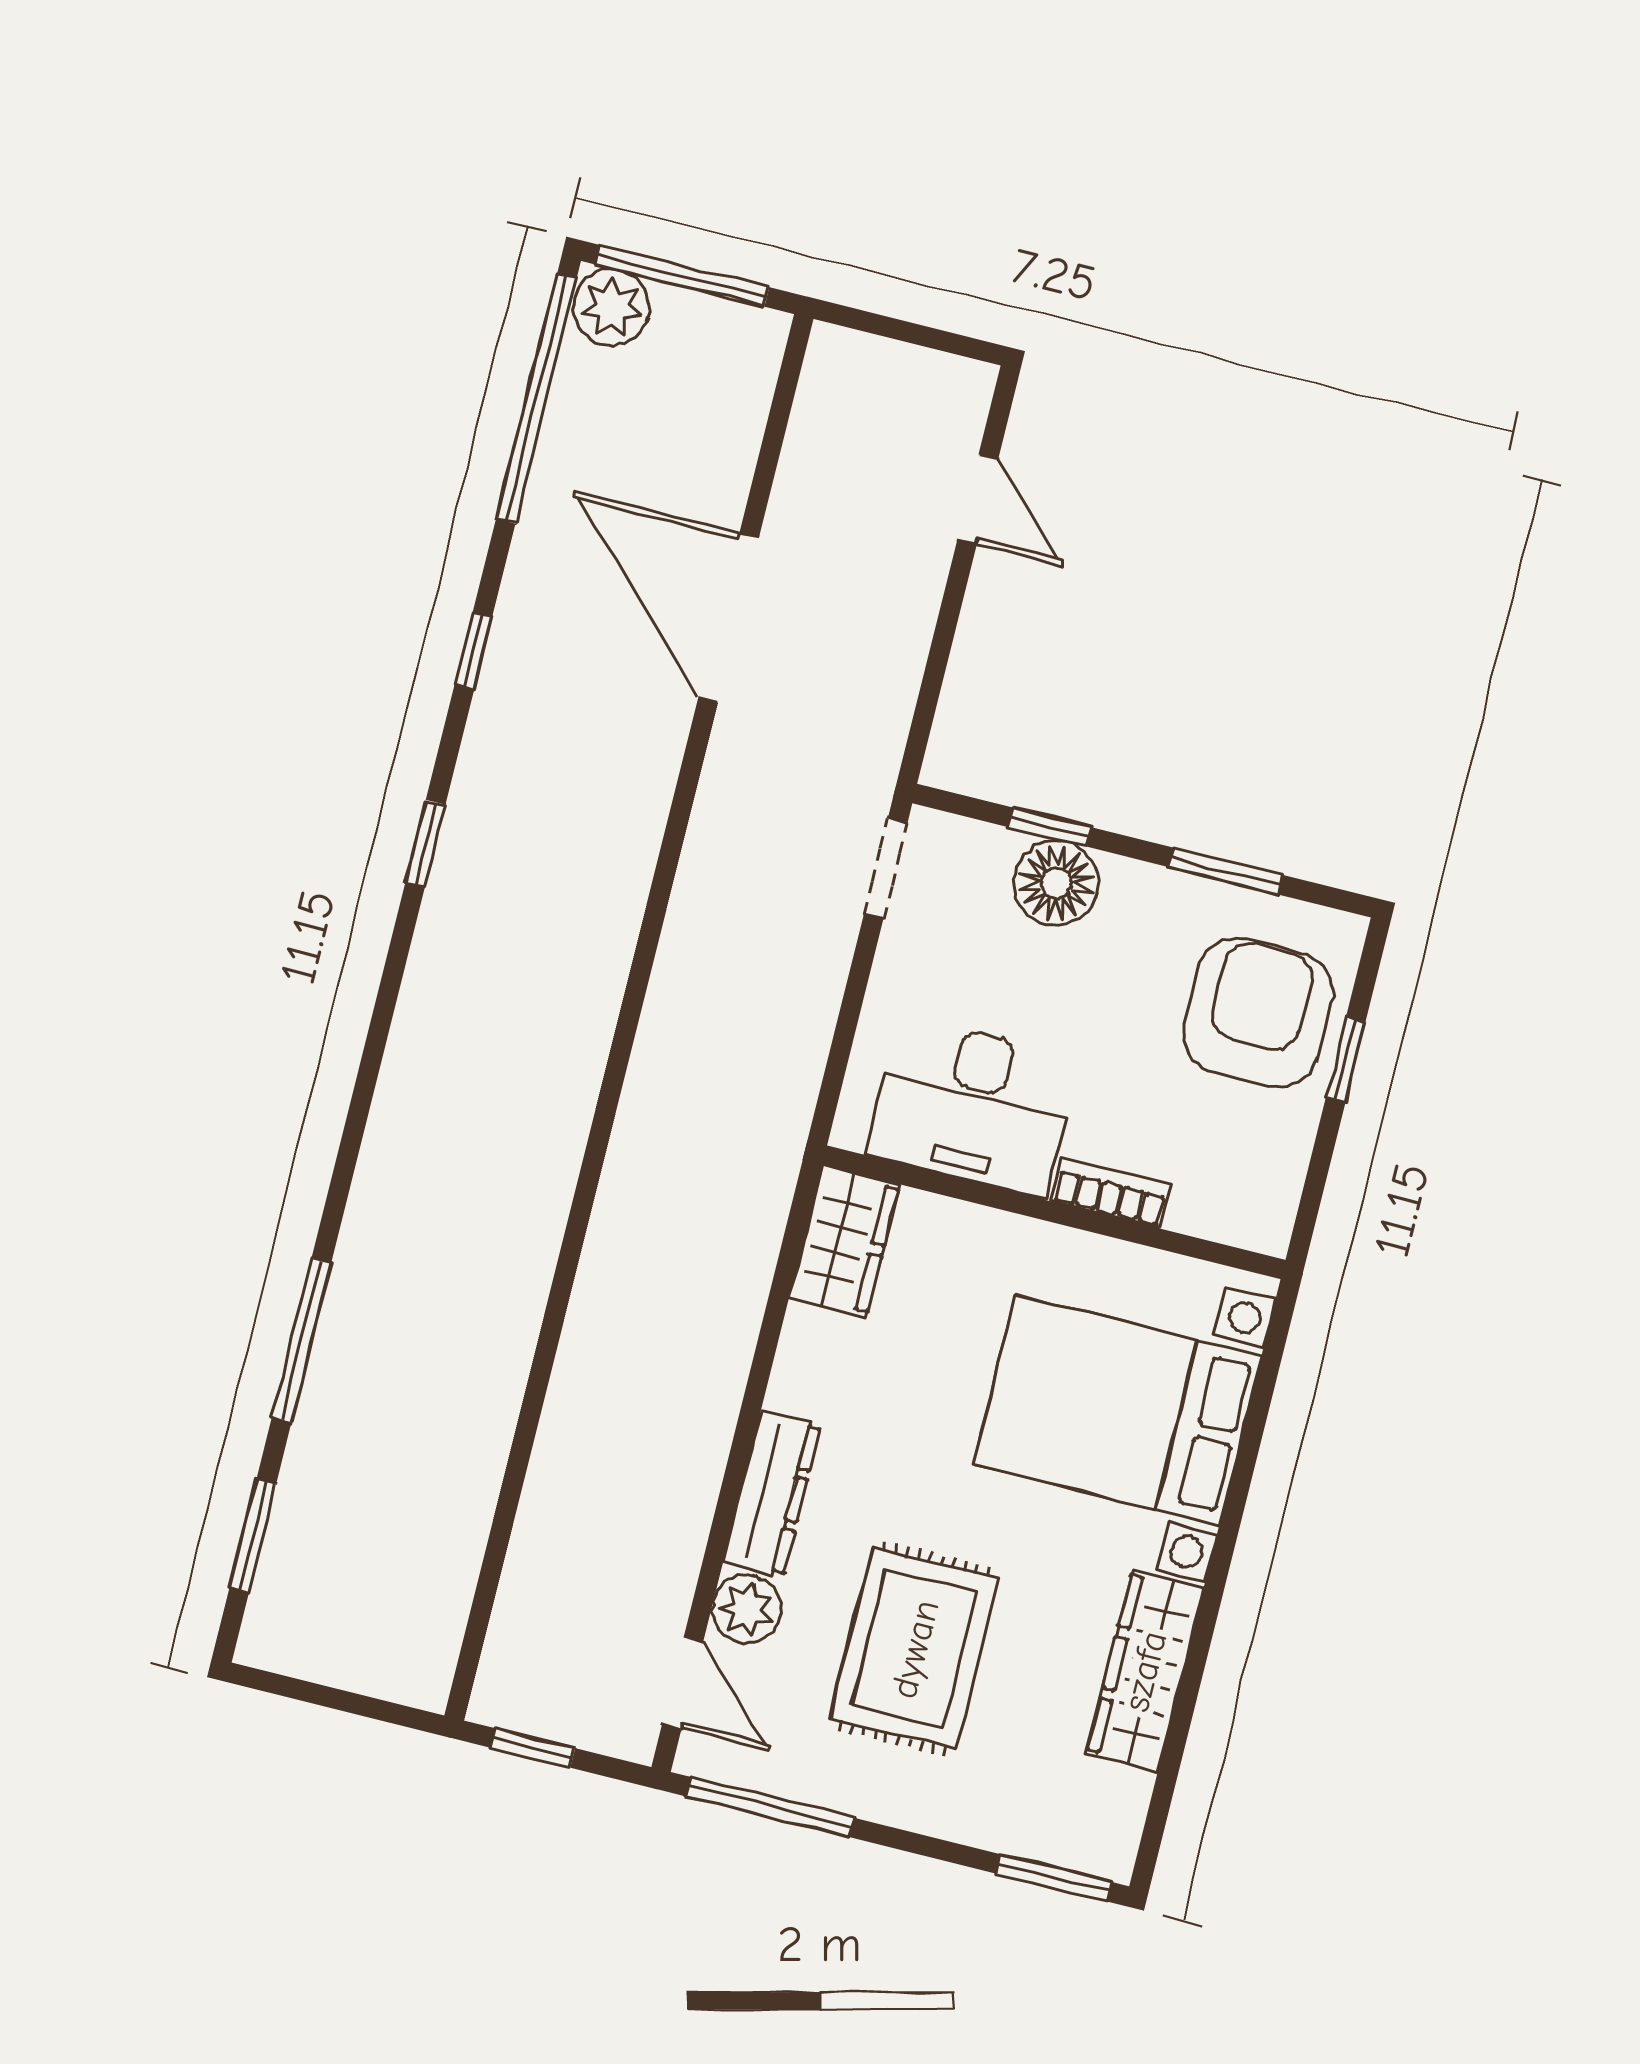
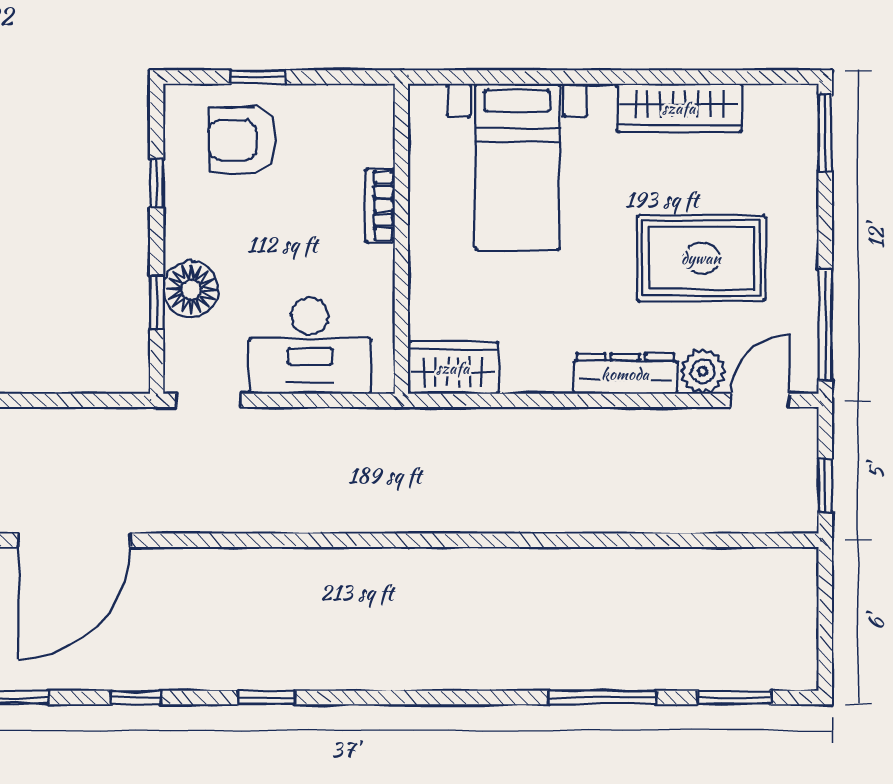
window: (1226, 871) -> (157, 183), width x0.67
armchair: (1258, 1013) -> (242, 140), width x0.73, depth x0.73
desk: (973, 1107) -> (310, 346), moved, turned 90
bed with nightstands: (1118, 1410) -> (517, 167), width x0.73

